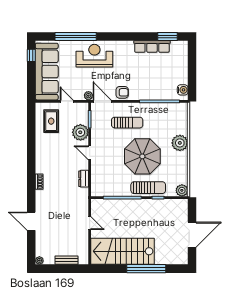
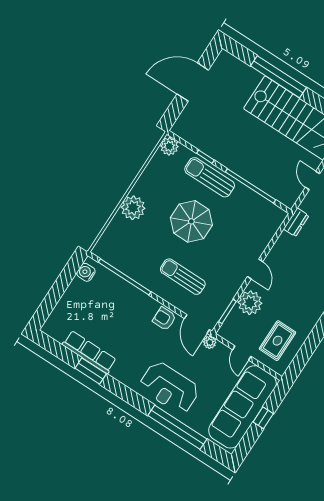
window: (167, 37) -> (91, 371), moved
window: (31, 55) -> (263, 418), moved
parasol: (142, 156) -> (191, 221), width x0.73, depth x0.73
dresser: (84, 179) -> (296, 222), moved

